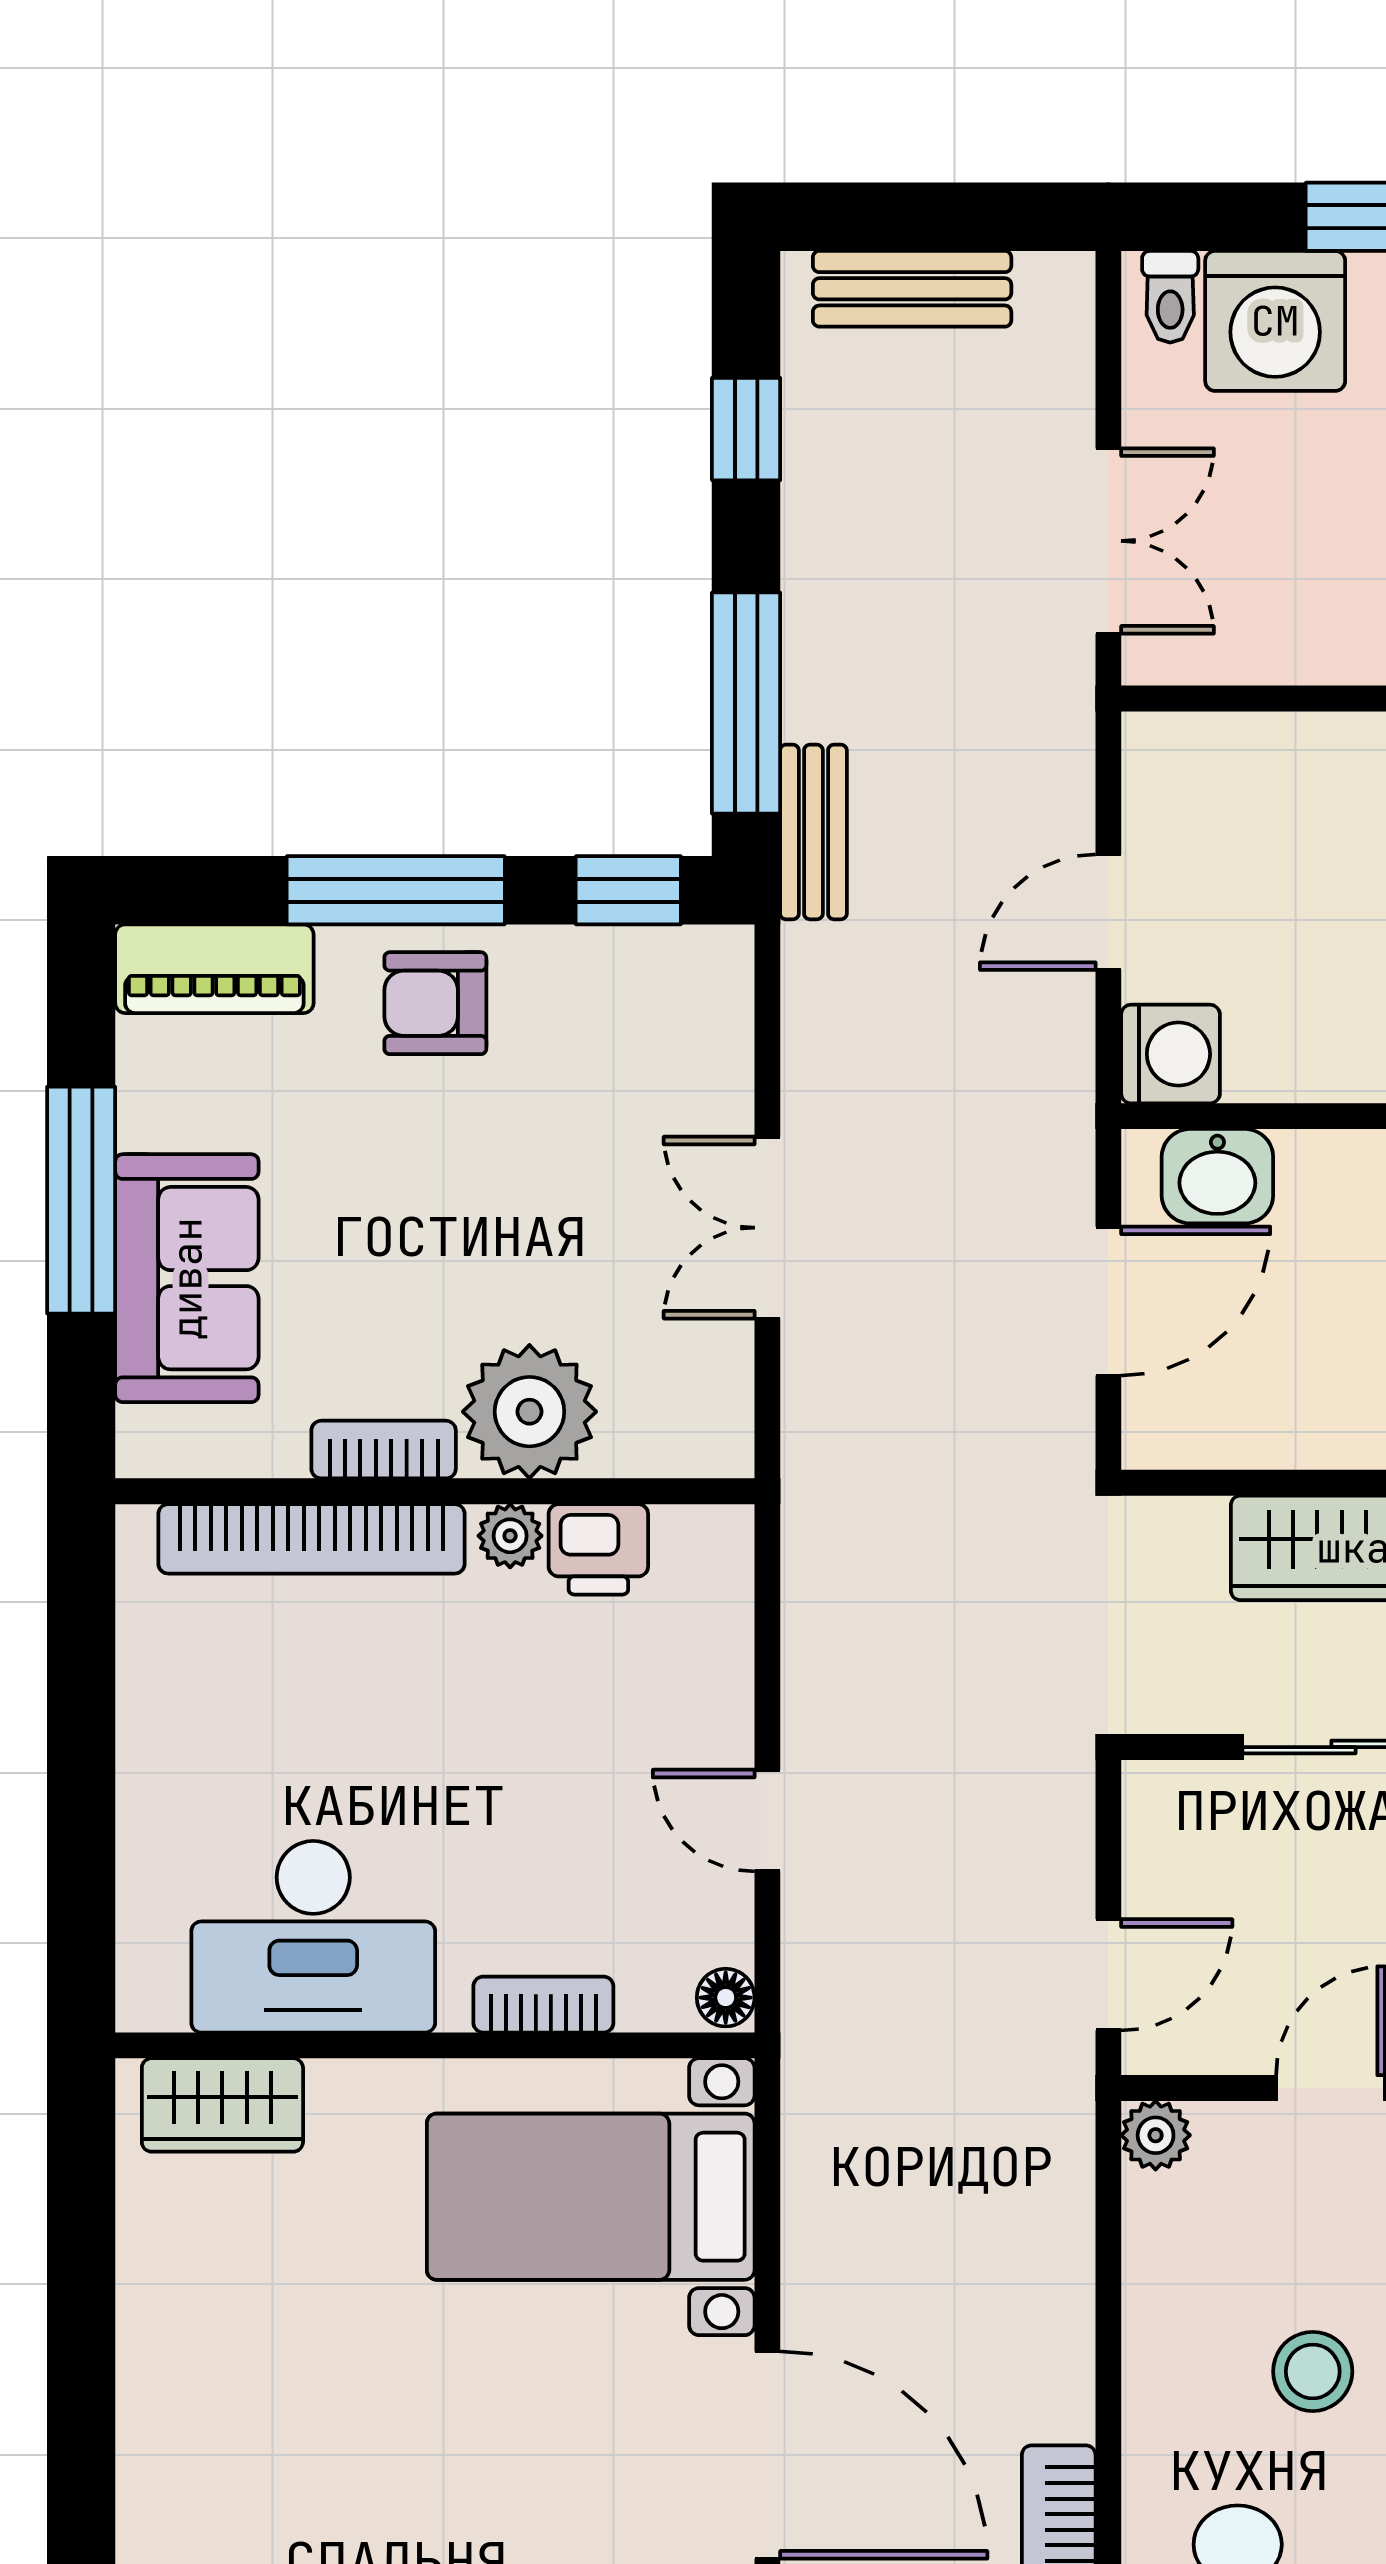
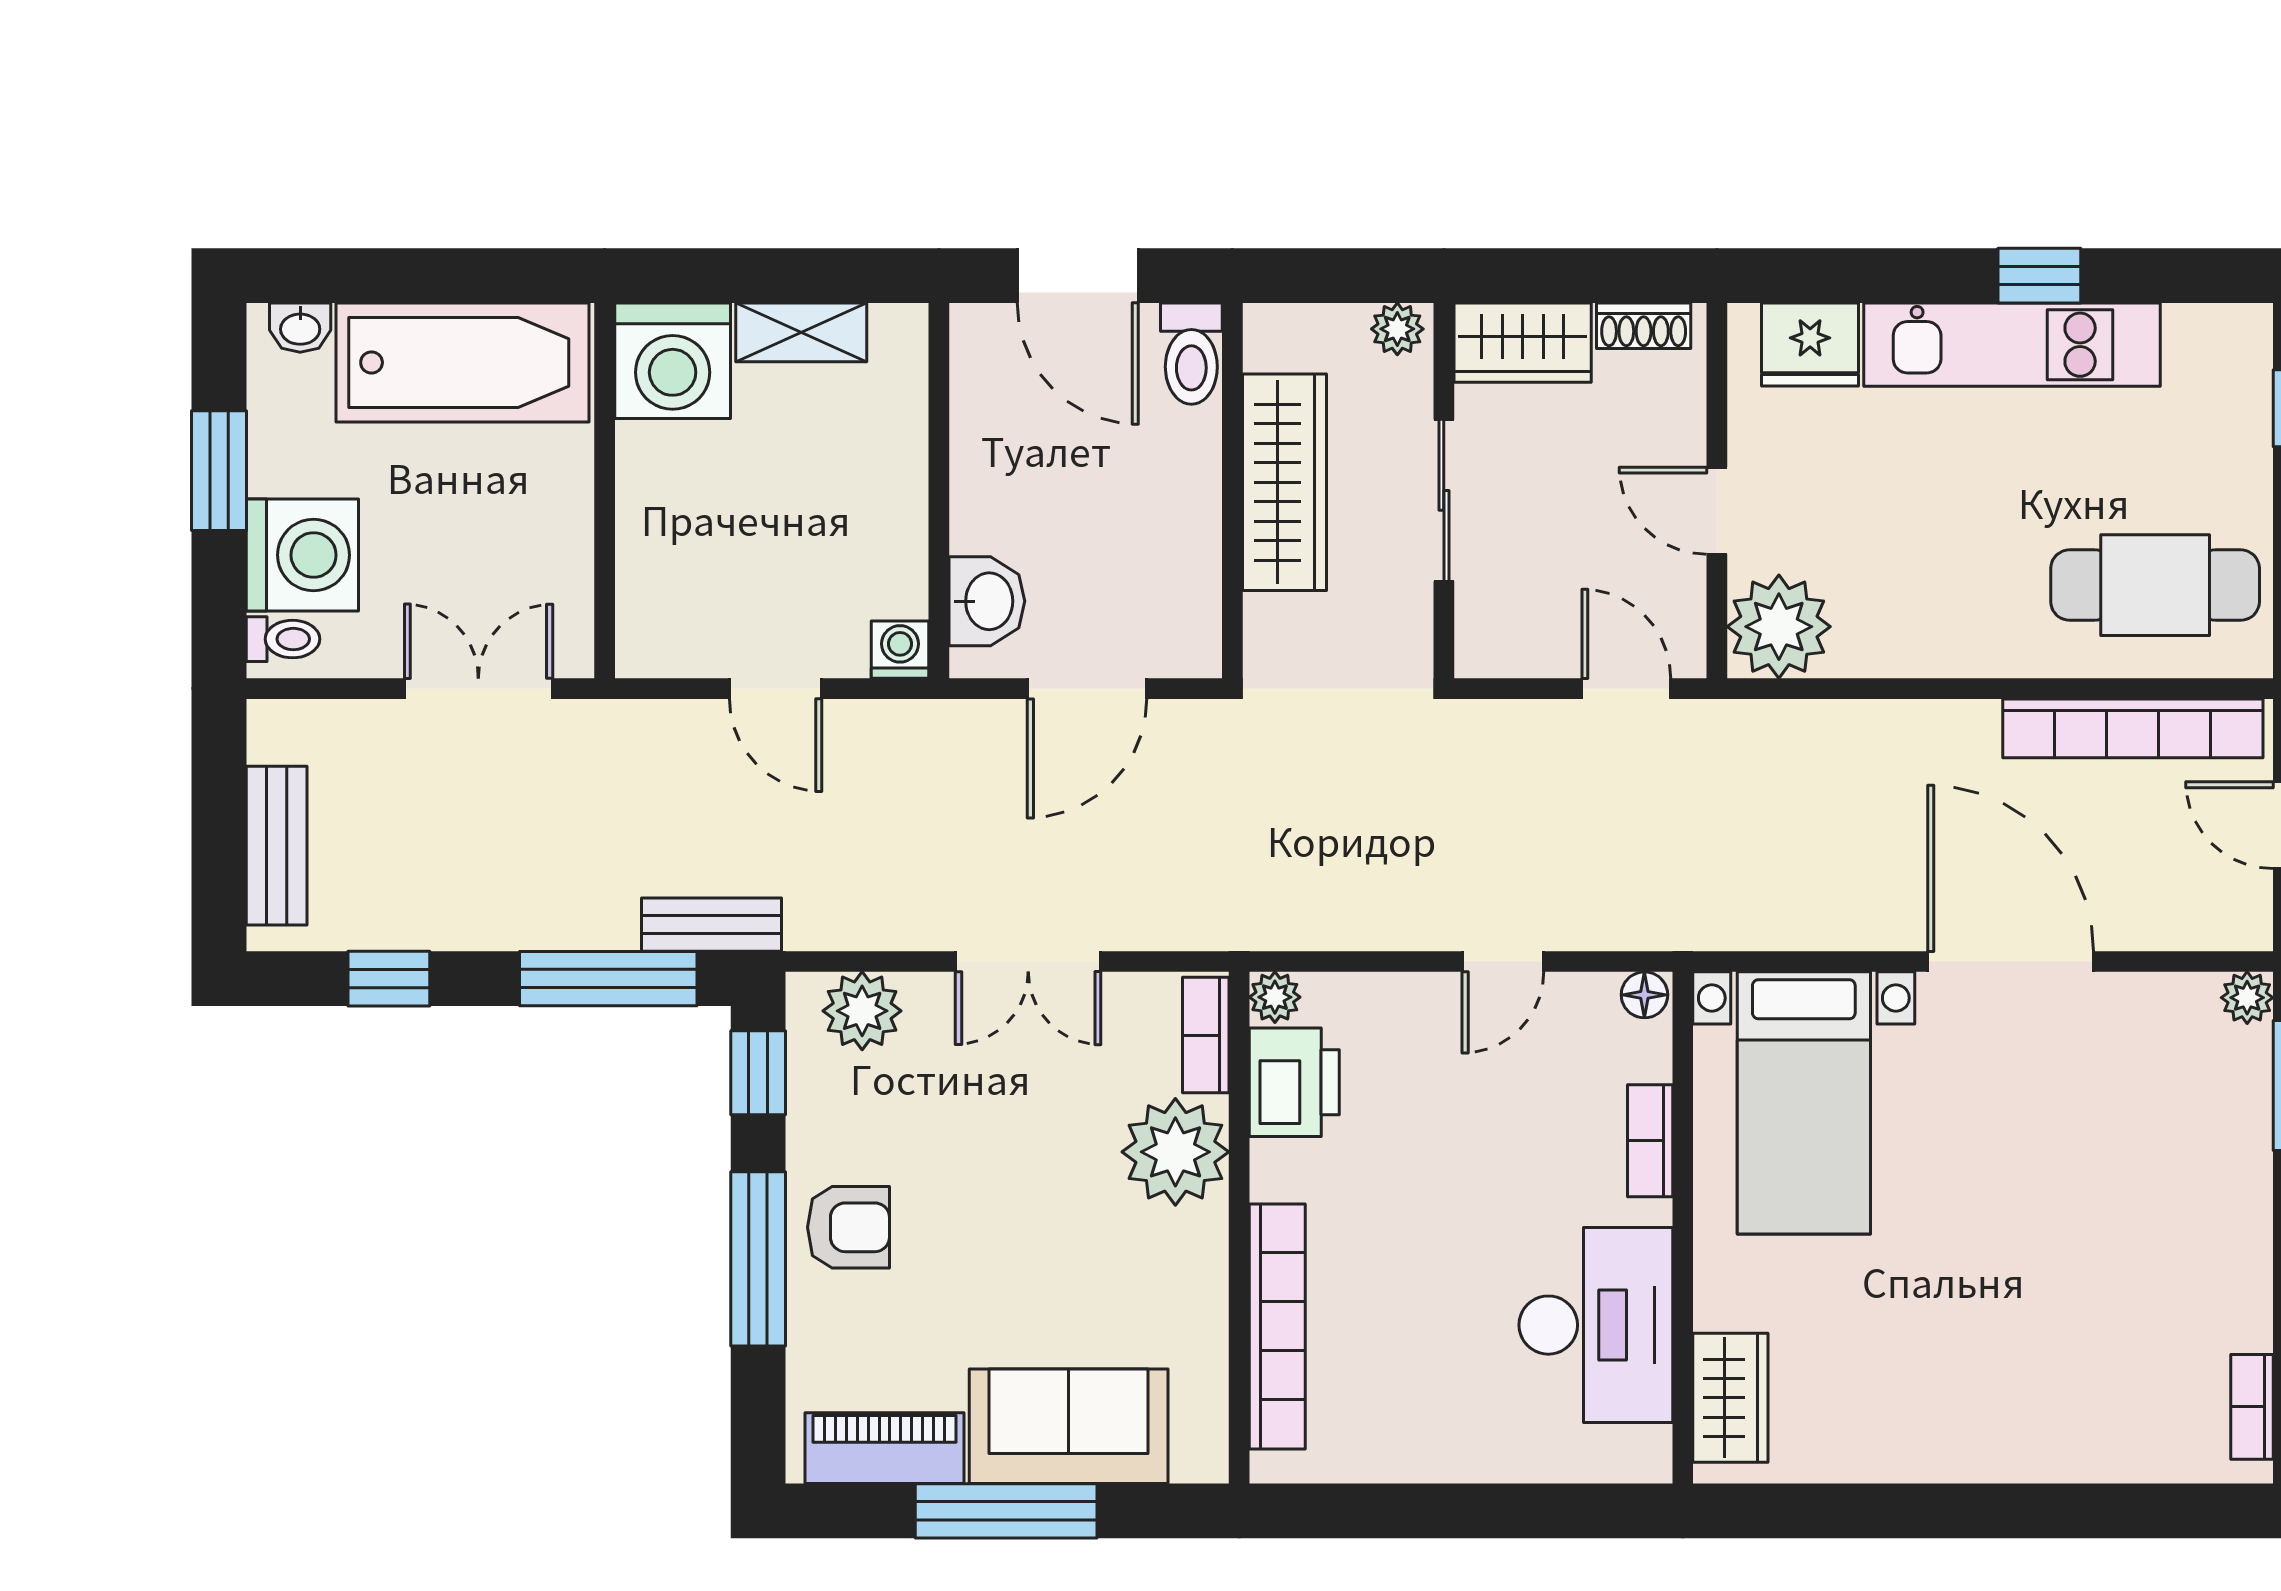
piano: (214, 969) -> (884, 1448), moved, turned -90
armchair: (435, 1003) -> (849, 1227), turned -90
plant: (706, 1020) -> (862, 1011), added
washing machine: (1171, 1054) -> (900, 650), width x0.73, depth x0.73
door: (1108, 1301) -> (1087, 689), swing flipped
bookcase: (384, 1450) -> (1206, 1035), moved
plant: (510, 1536) -> (1275, 997), moved
printer: (598, 1549) -> (1294, 1082), width x1.36, depth x1.24
plant: (1156, 2135) -> (1779, 627), width x1.88, depth x1.88
stool: (1313, 2371) -> (1944, 525), removed
door: (767, 2455) -> (2011, 961), hinge flipped

